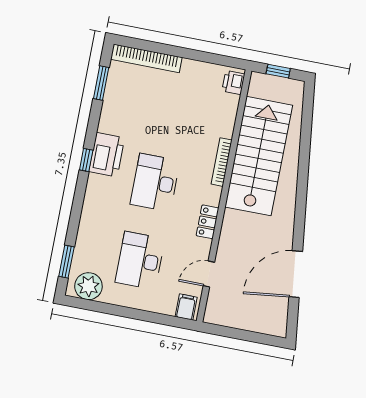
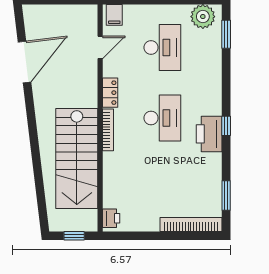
bookcase: (222, 162) -> (108, 130), moved

